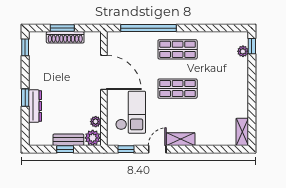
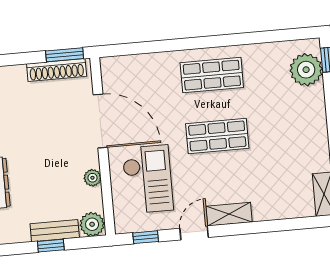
window: (62, 28) -> (65, 55), moved
window: (149, 28) -> (164, 46), removed
shoe rack: (65, 37) -> (57, 70), moved
plant: (243, 51) -> (306, 70), width x1.87, depth x1.87
plant: (96, 122) -> (92, 178), moved

